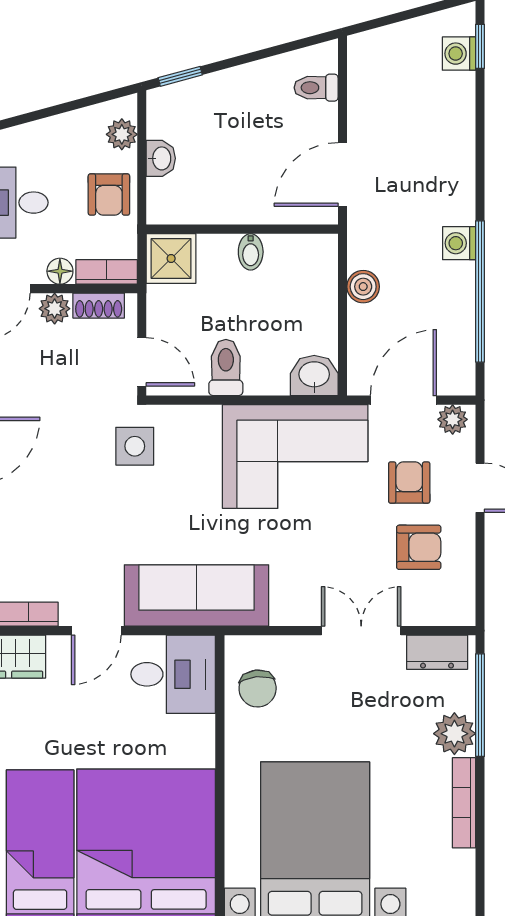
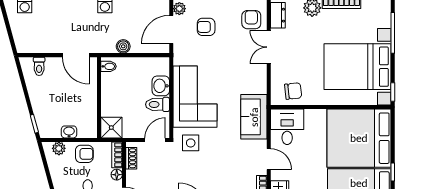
bidet: (251, 252) -> (109, 66), moved
plant: (55, 309) -> (132, 177), removed
washbasin: (314, 376) -> (161, 86), moved
door: (403, 400) -> (171, 29), hinge flipped
corner sofa: (295, 457) -> (195, 97), moved
armchair: (419, 547) -> (251, 20), moved
sofa: (197, 595) -> (254, 117), width x0.73

